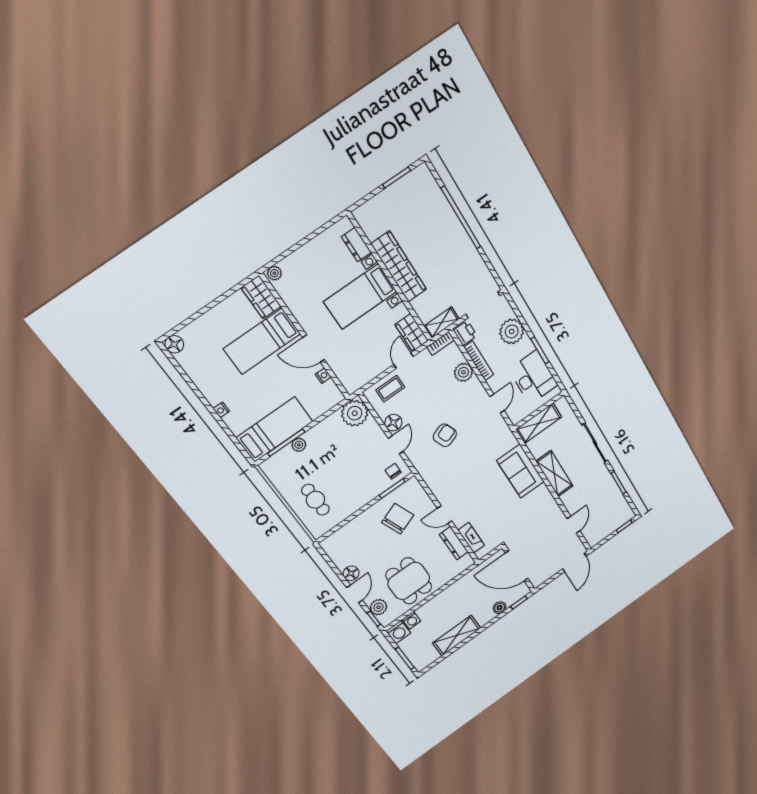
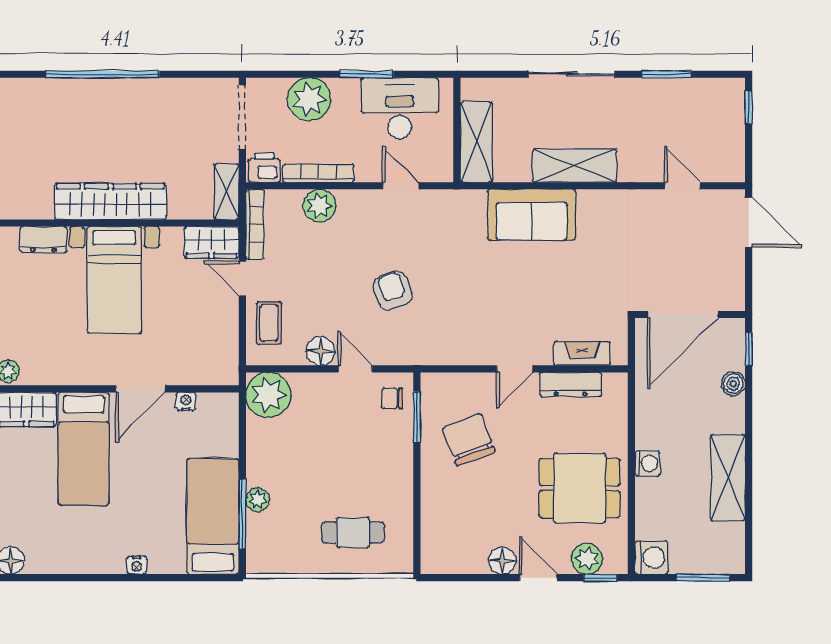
bookcase: (441, 343) -> (255, 224), width x1.56
washing machine: (411, 620) -> (647, 463), moved

